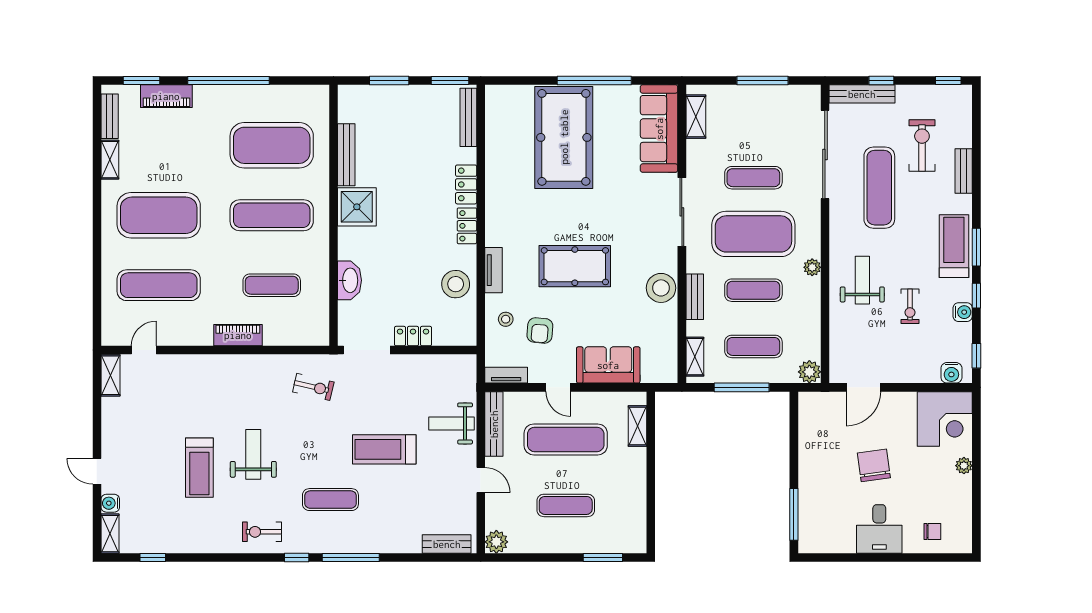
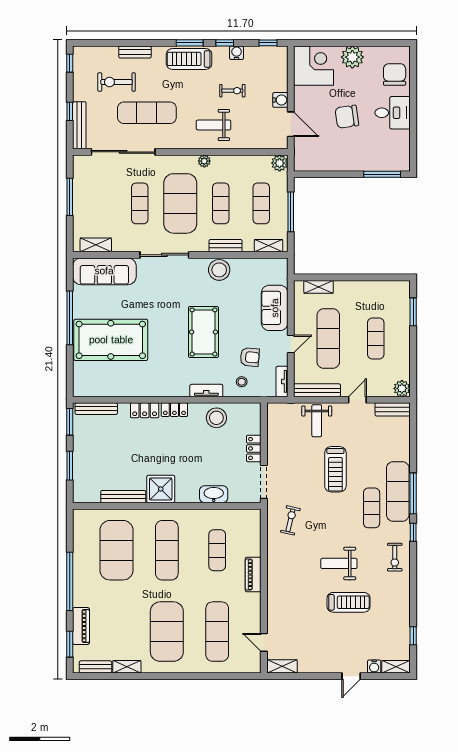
water cooler: (951, 373) -> (280, 100), moved
plant: (964, 466) -> (352, 57), width x1.87, depth x1.87
chair: (932, 532) -> (395, 75), width x1.87, depth x1.87
exercise mat: (353, 536) -> (398, 491), added
bench: (447, 544) -> (393, 409), moved, turned 90

